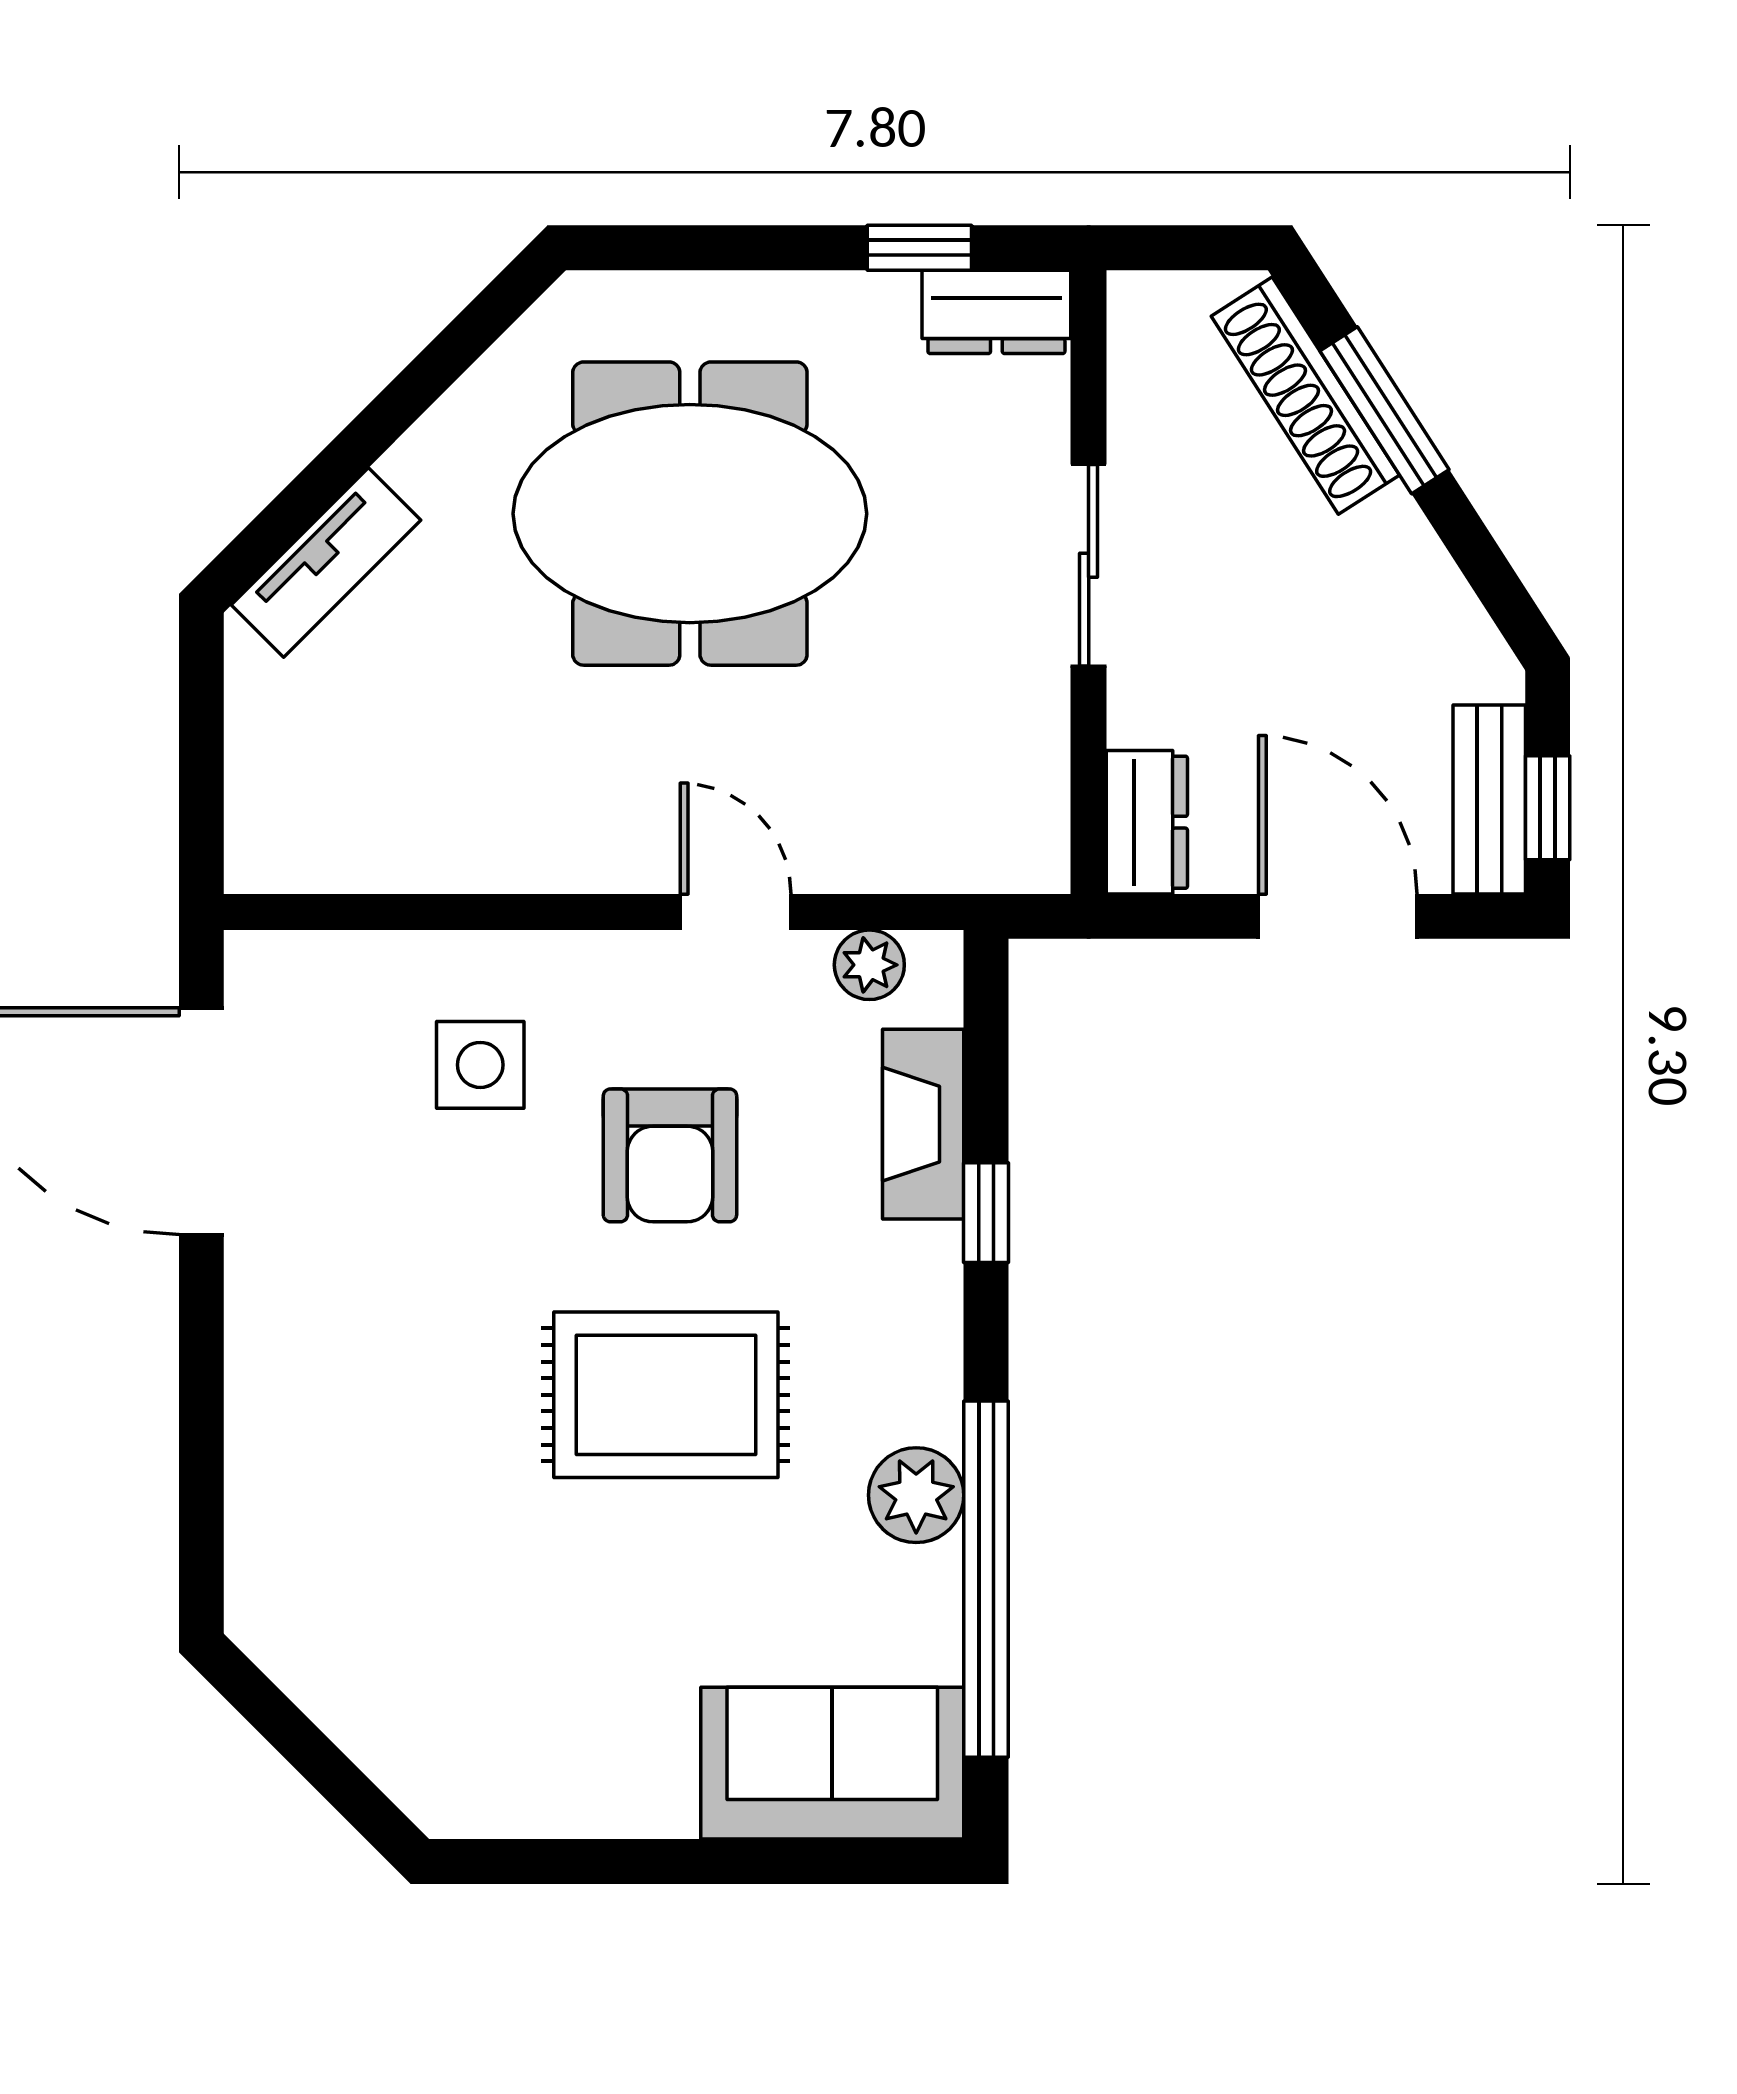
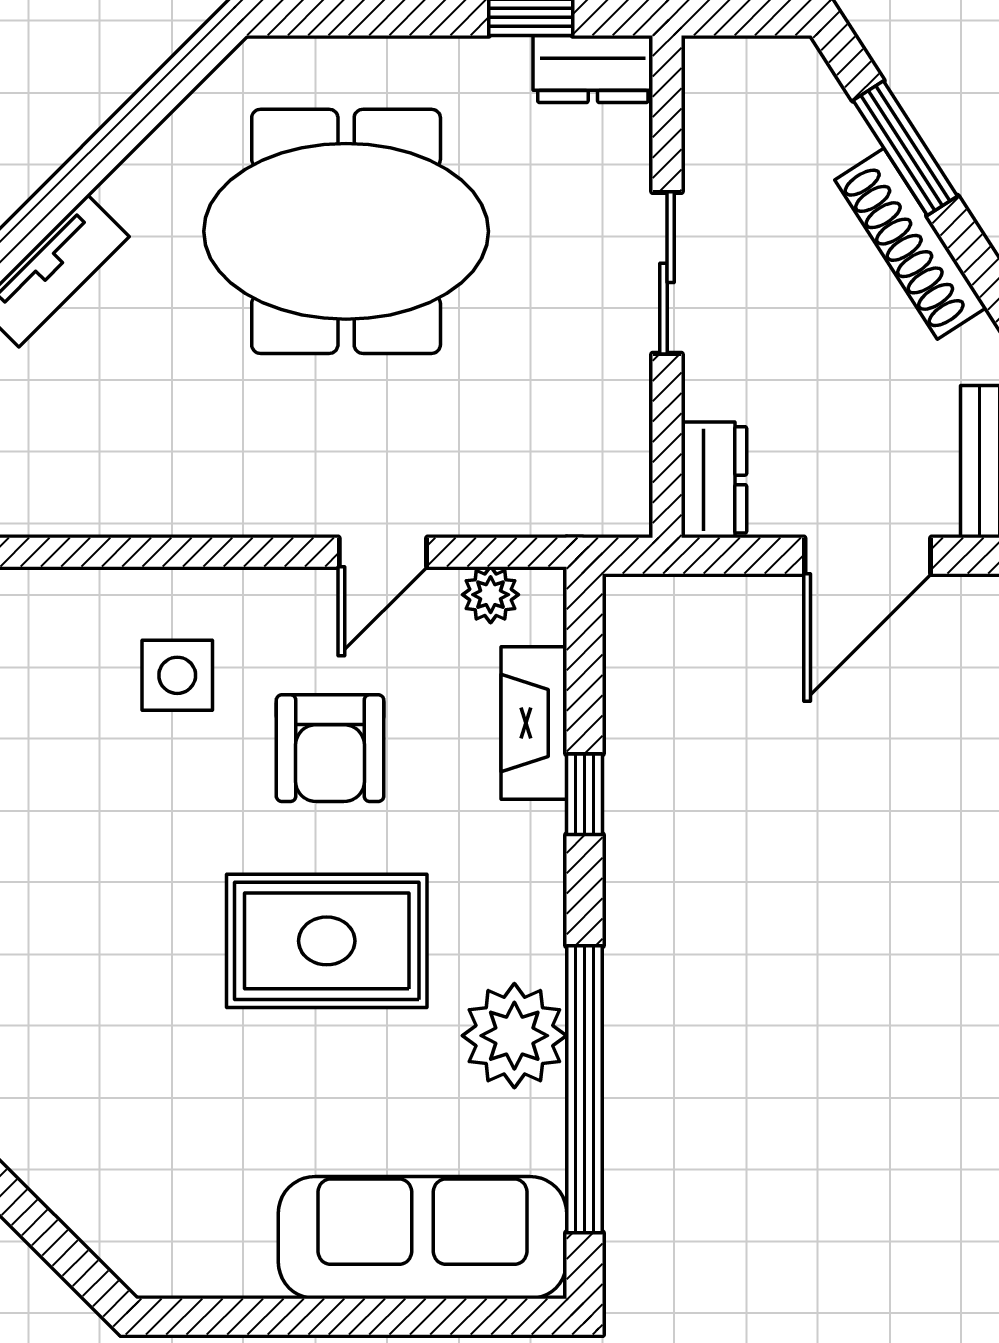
shoe rack: (1305, 396) -> (911, 244), moved
door: (736, 912) -> (383, 552), swing flipped
door: (1338, 916) -> (868, 556), swing flipped
plant: (916, 1495) -> (514, 1036), width x1.36, depth x1.36
sofa: (832, 1763) -> (423, 1238), width x1.36

